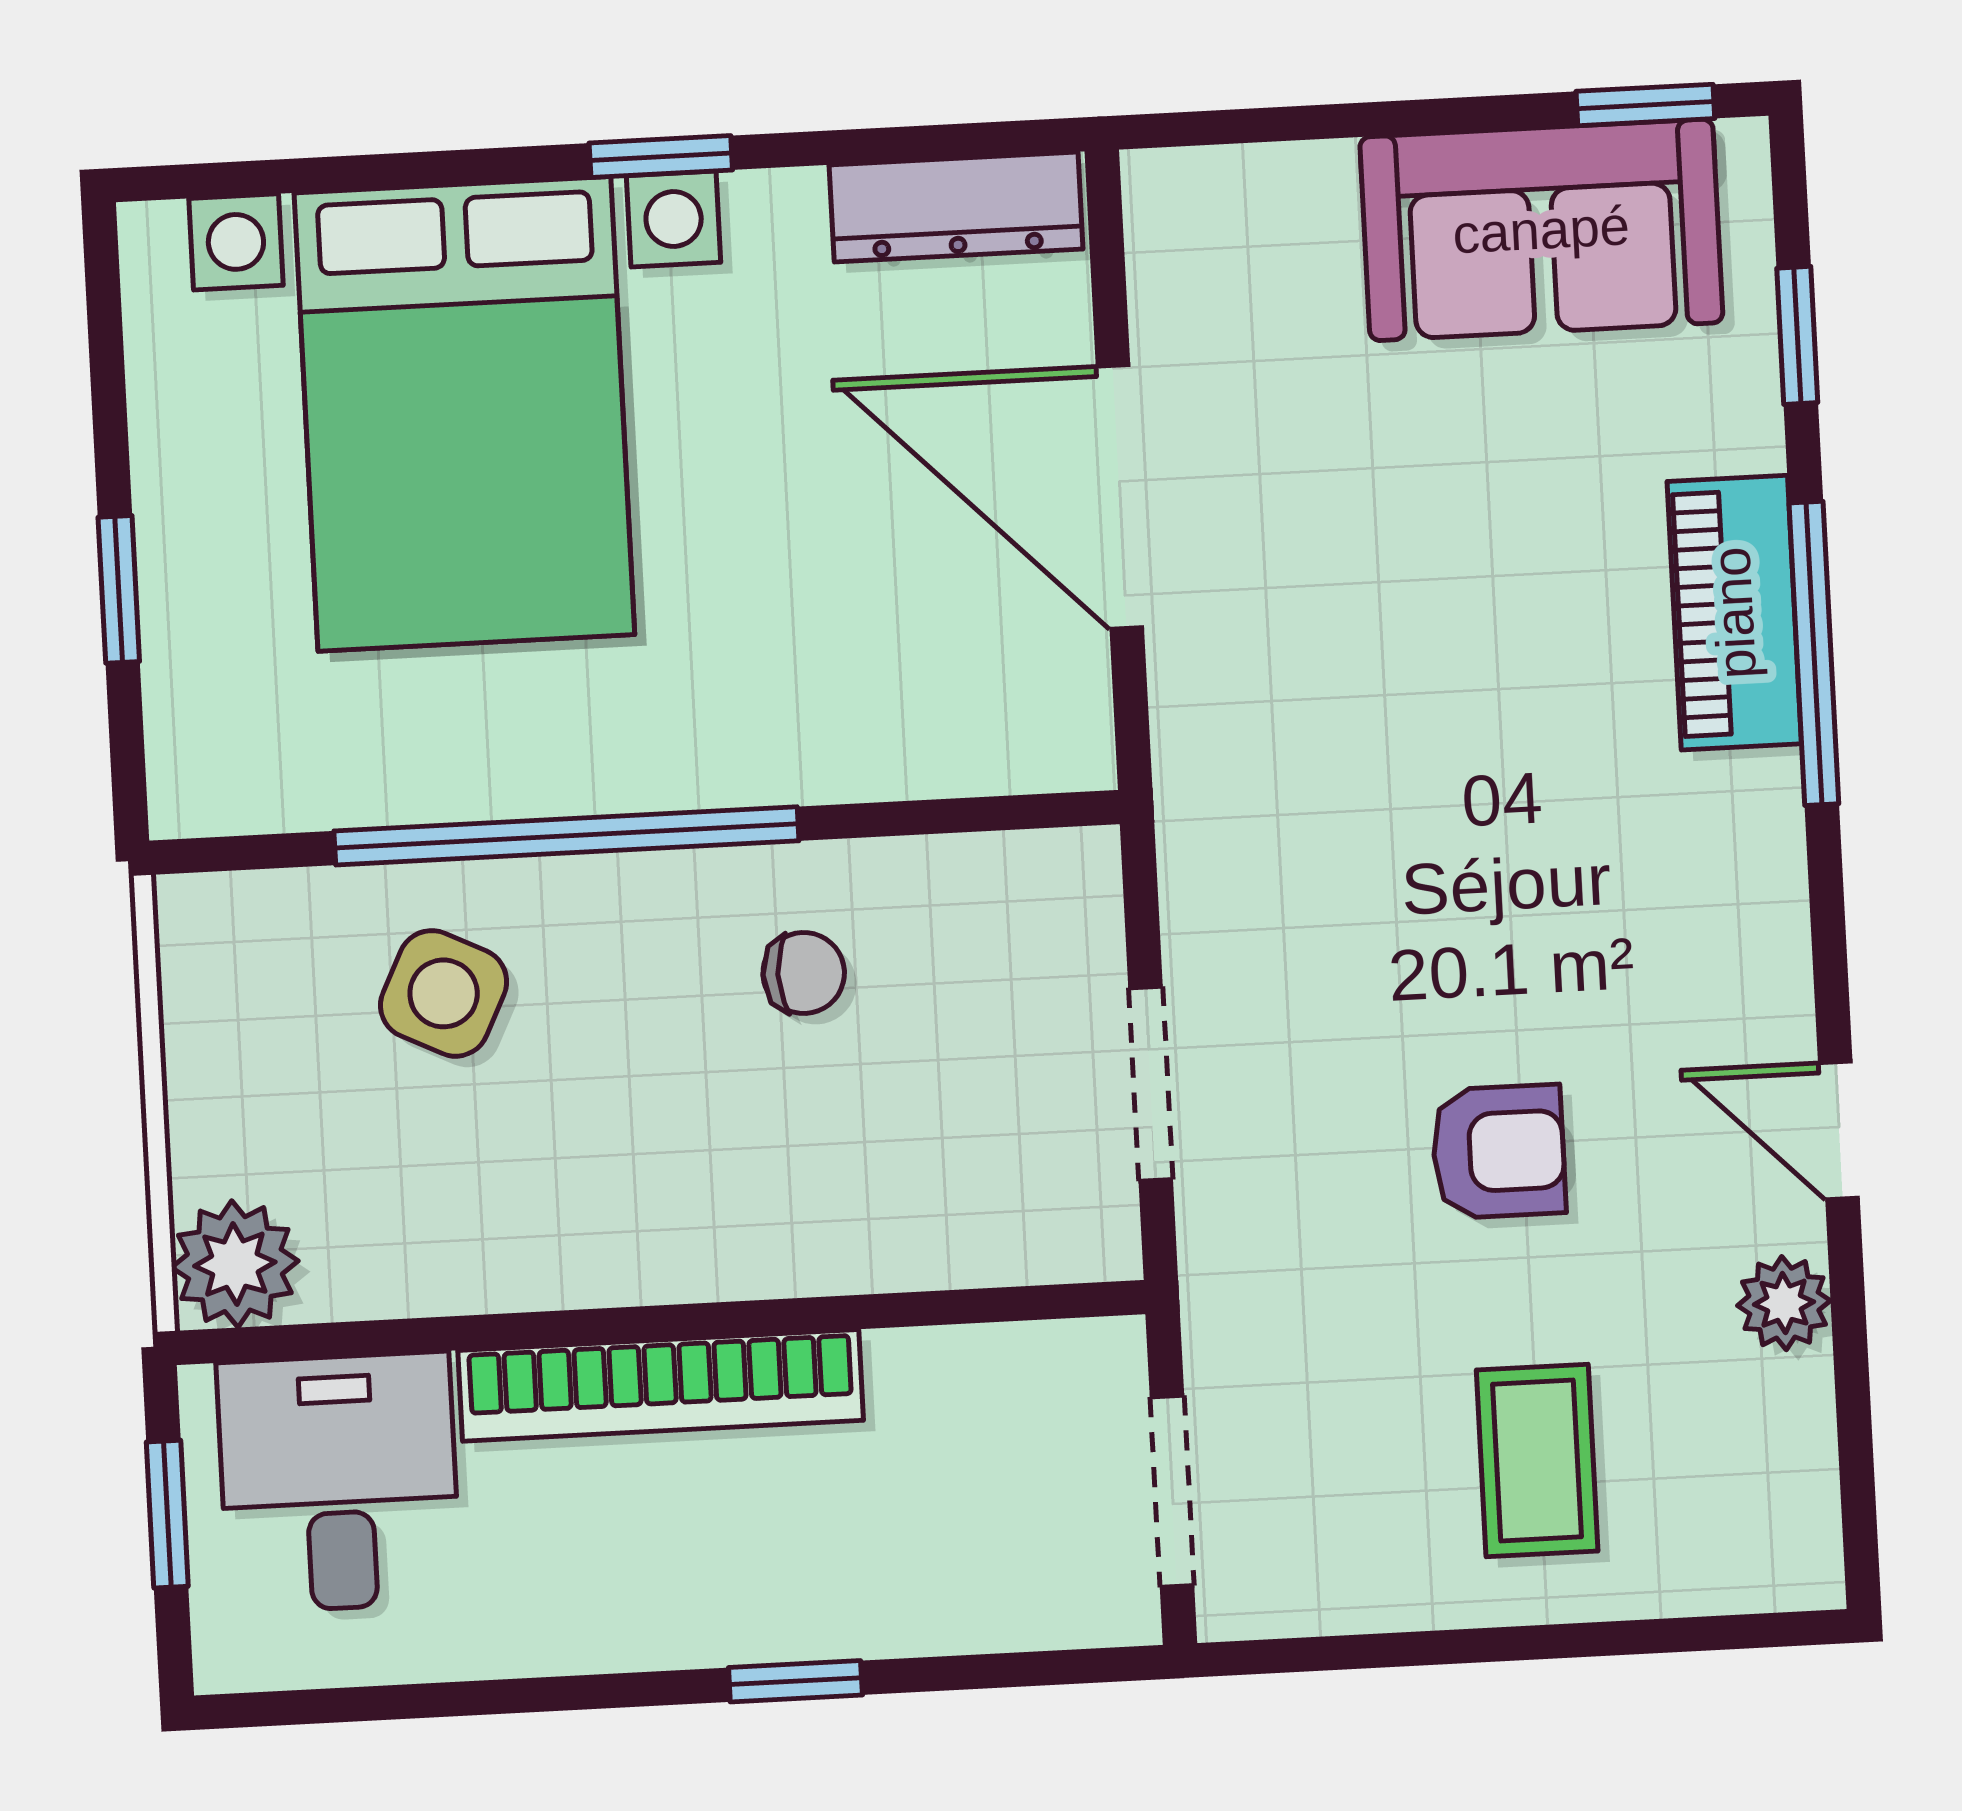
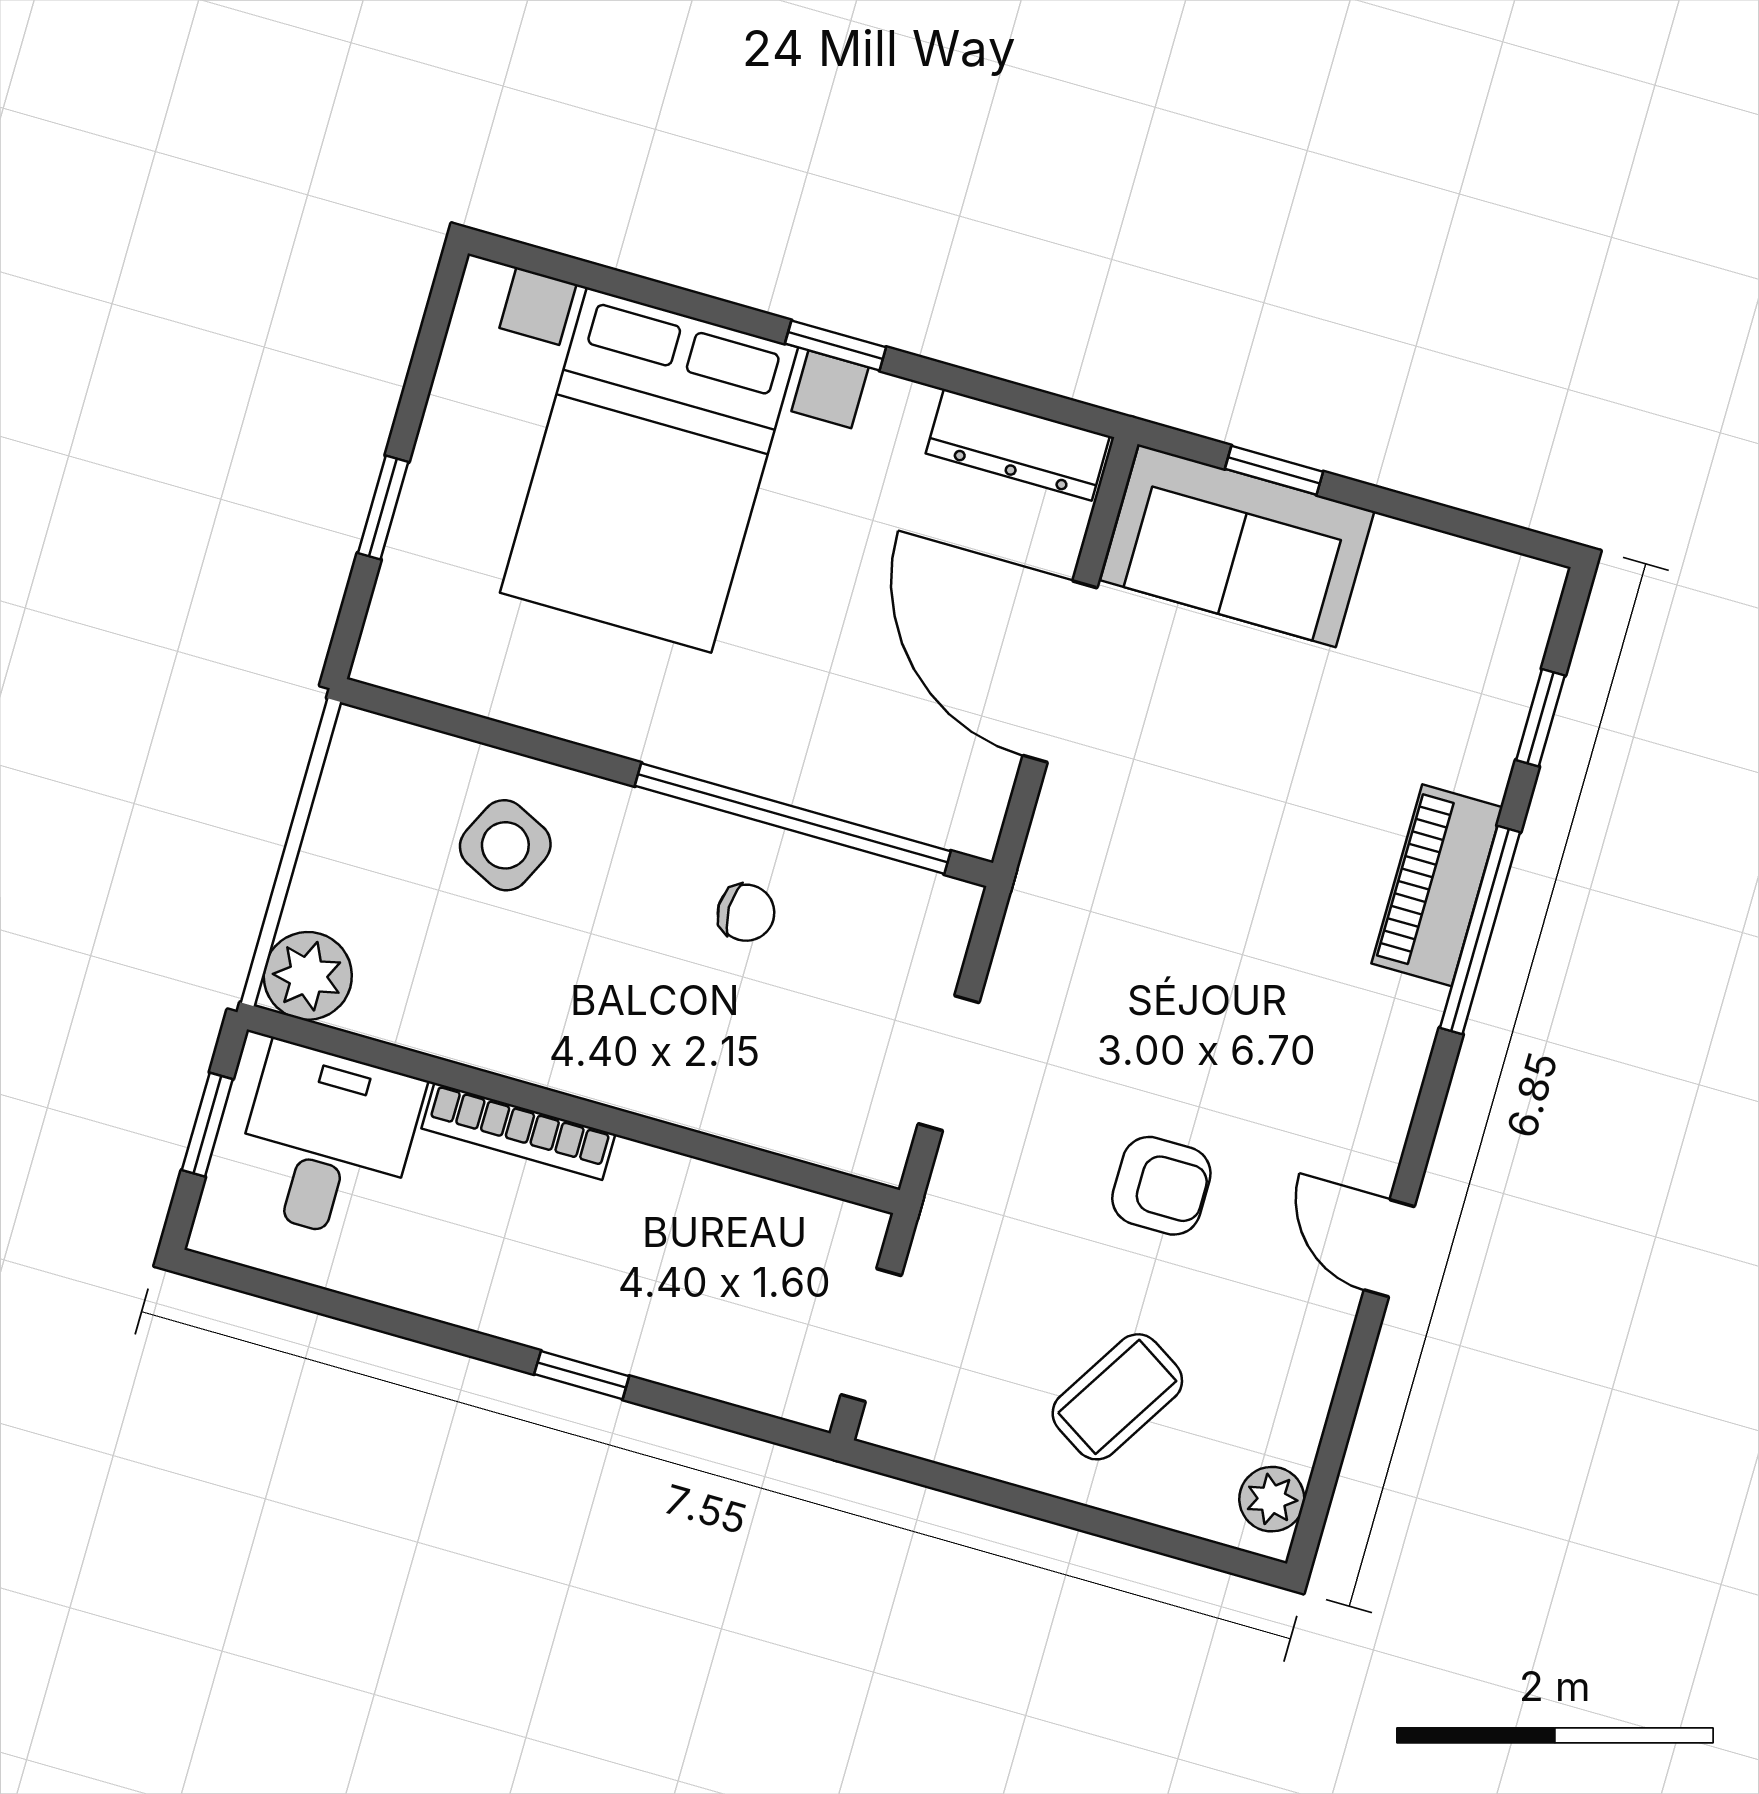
window: (1645, 105) -> (1274, 470), moved
sofa: (1541, 230) -> (1237, 546), moved
window: (566, 836) -> (793, 818), moved
plant: (1784, 1303) -> (1272, 1499), moved
bookcase: (661, 1385) -> (518, 1131), width x0.68, depth x0.76
coffee table: (1537, 1460) -> (1117, 1397), turned 32

